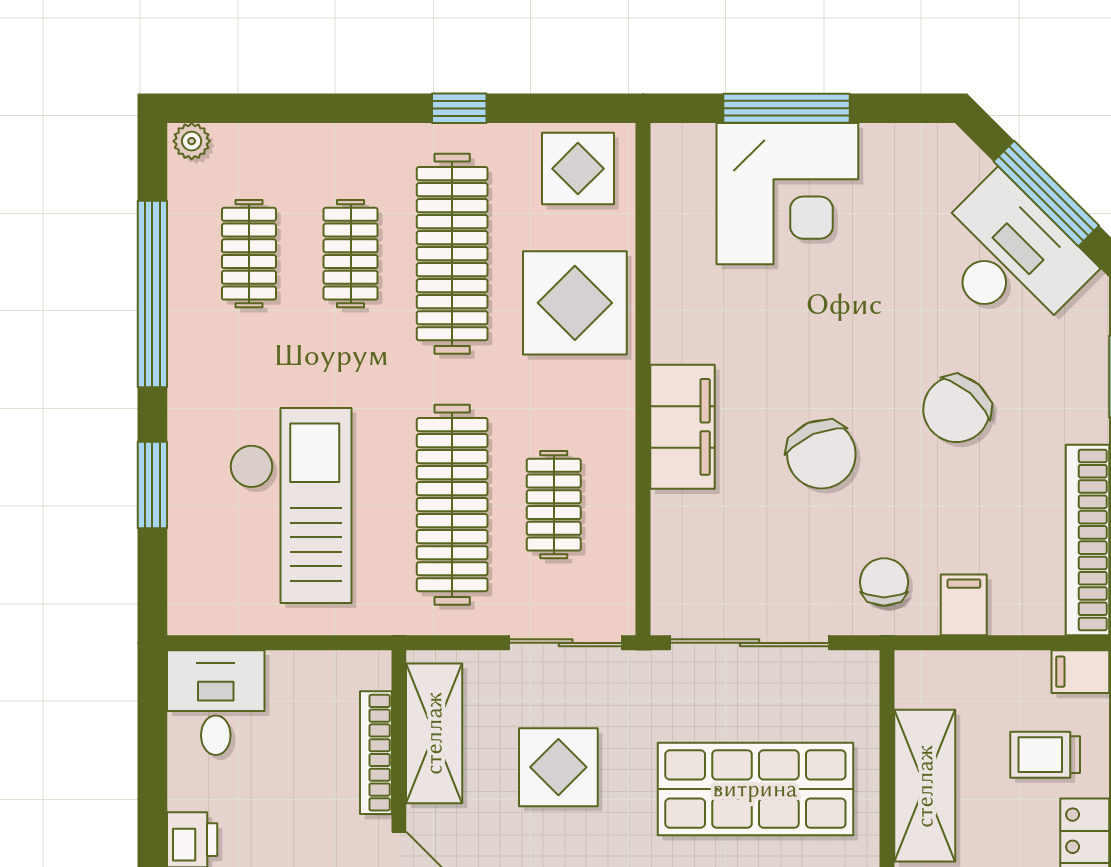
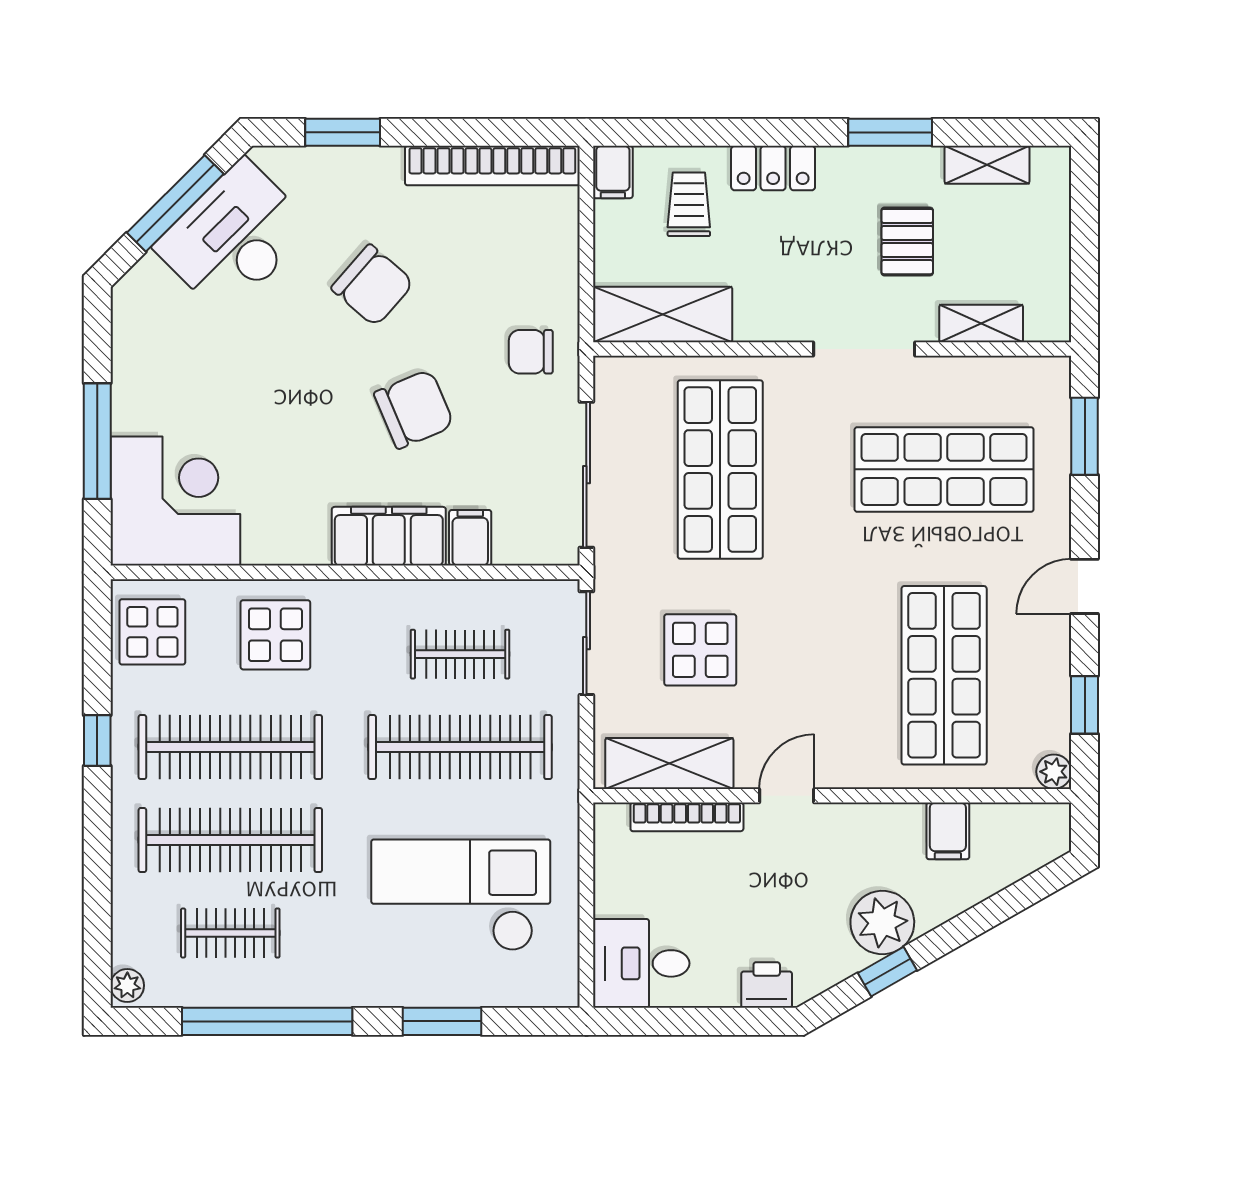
corner desk: (787, 194) -> (175, 501), moved
clothes rail: (351, 254) -> (230, 840), width x1.86, depth x1.31
display table: (575, 303) -> (275, 635), width x0.73, depth x0.73
filing cabinet: (964, 605) -> (470, 538), moved, turned 90
trolley: (1045, 755) -> (689, 204), turned 180
shelving: (925, 786) -> (663, 314), moved

